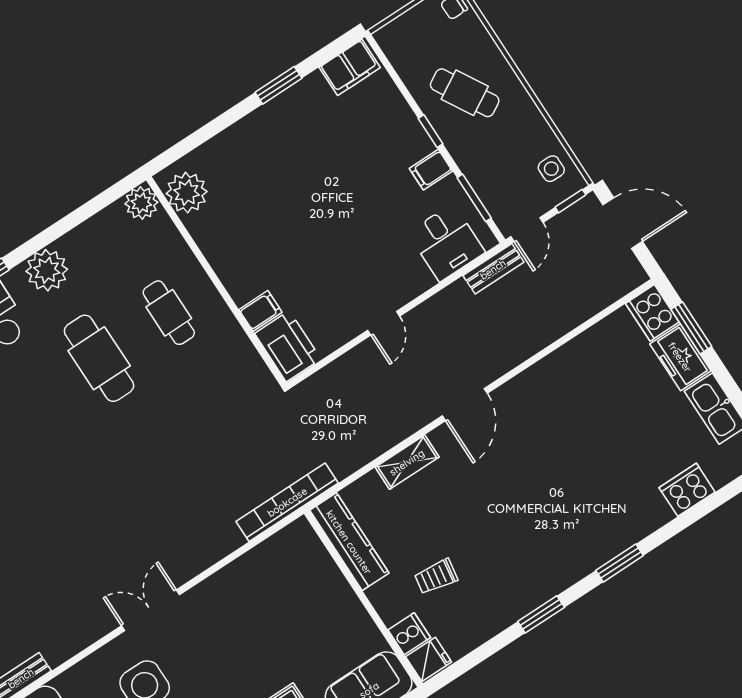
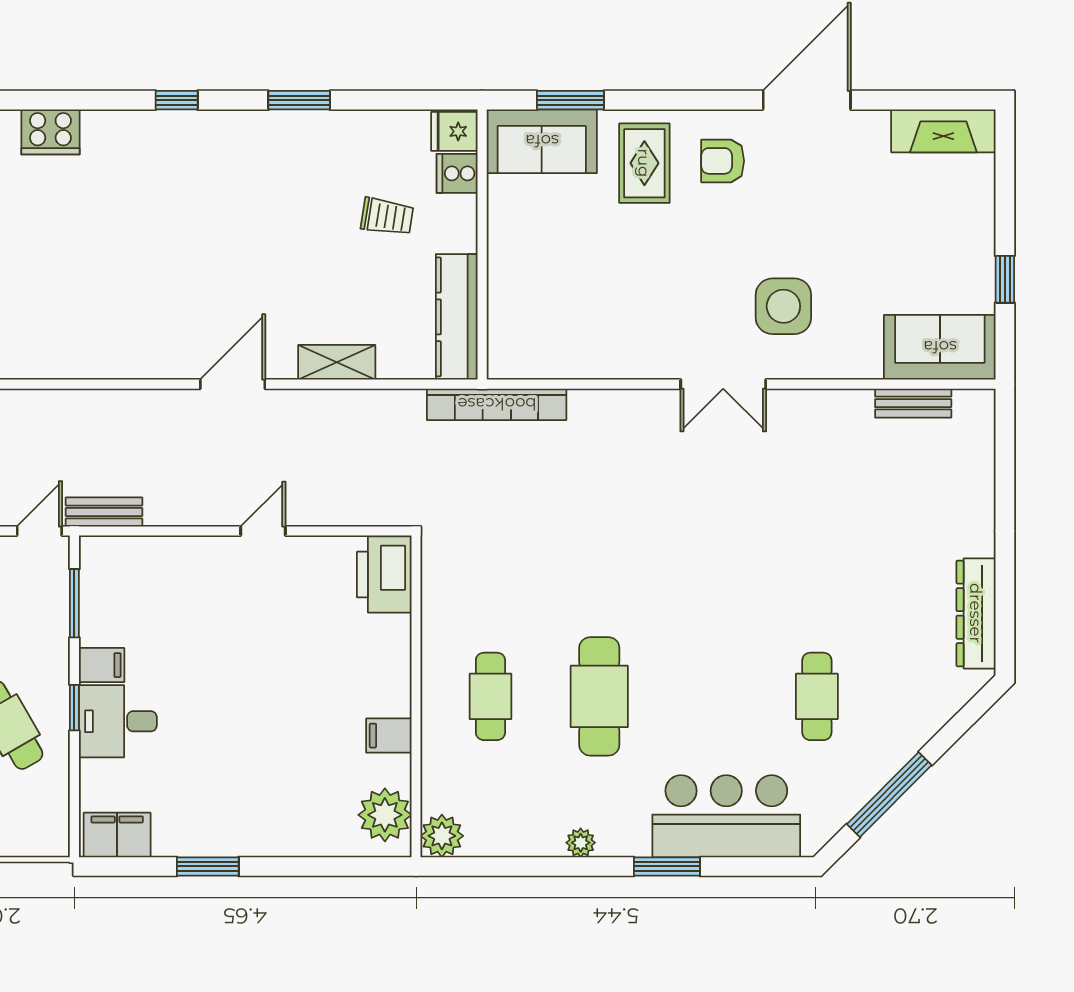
desk: (446, 242) -> (118, 721), moved, turned -90
plant: (47, 270) -> (581, 843), width x0.53, depth x0.53
filing cabinet: (260, 311) -> (389, 736), moved
window: (620, 563) -> (177, 100), width x0.67

